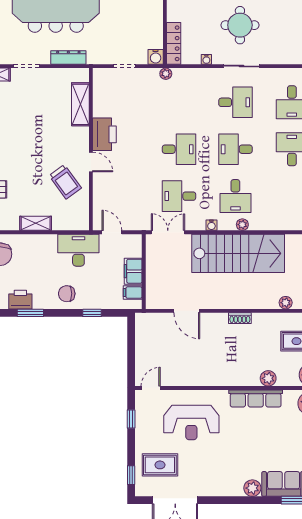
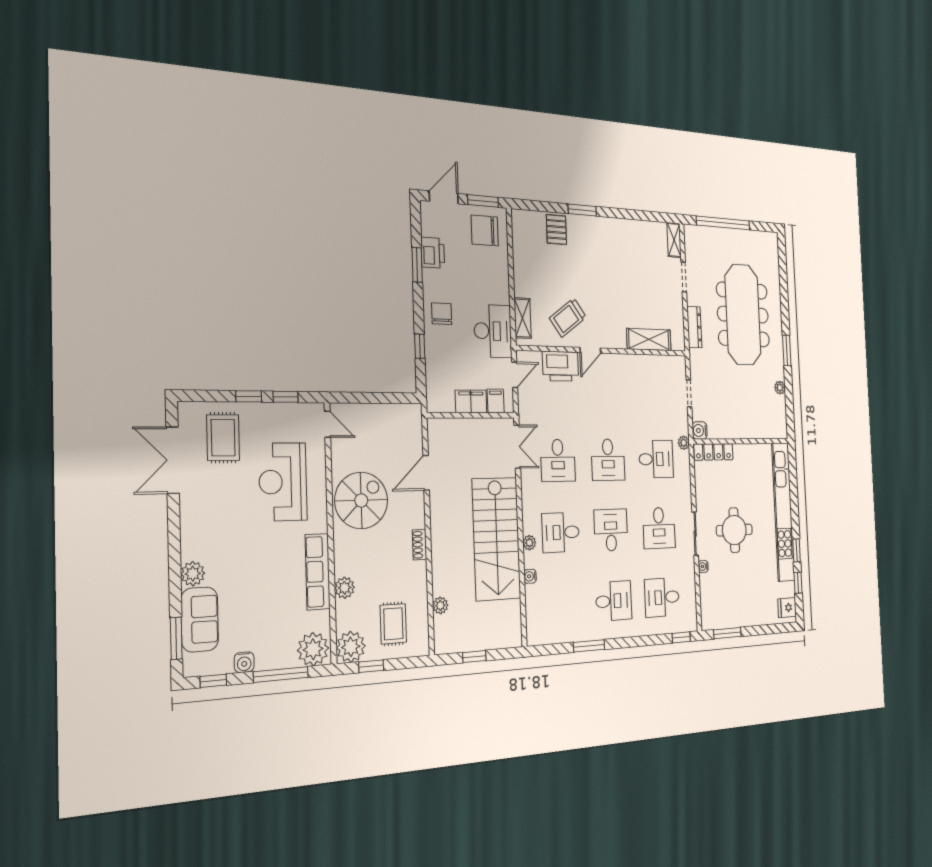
water cooler: (206, 59) -> (703, 566), moved
desk: (179, 102) -> (656, 459), added
printer: (104, 134) -> (560, 366), moved
desk: (179, 196) -> (558, 460), turned 180
shelving: (36, 223) -> (523, 318), moved
water cooler: (211, 225) -> (530, 576), moved
filing cabinet: (133, 293) -> (496, 401), moved
spiral stairs: (206, 363) -> (361, 500), added
window: (131, 475) -> (249, 396), moved

